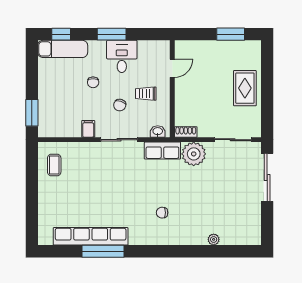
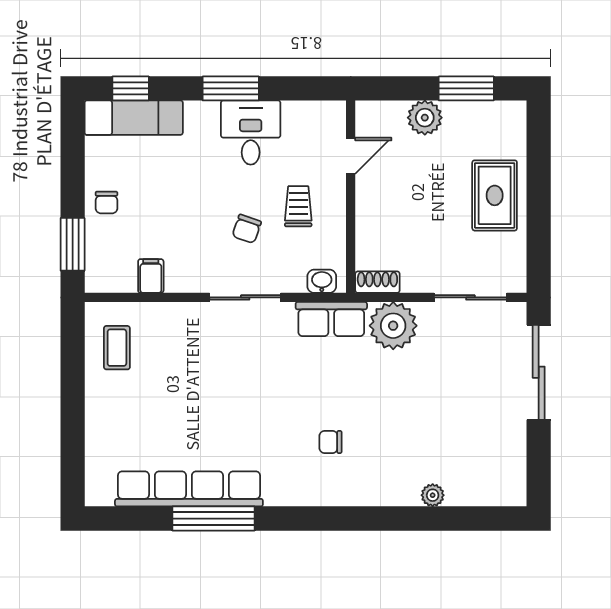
plant: (210, 49) -> (425, 118), added
chair: (93, 82) -> (106, 202), moved
trolley: (146, 94) -> (298, 206), turned 90
filing cabinet: (88, 129) -> (151, 276), moved

